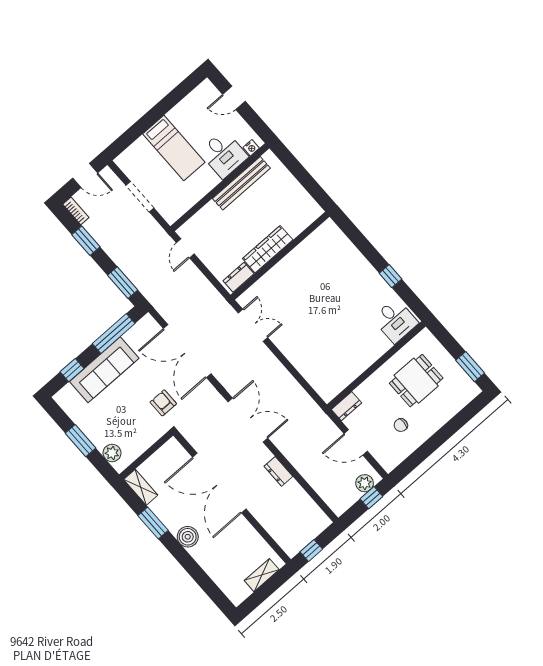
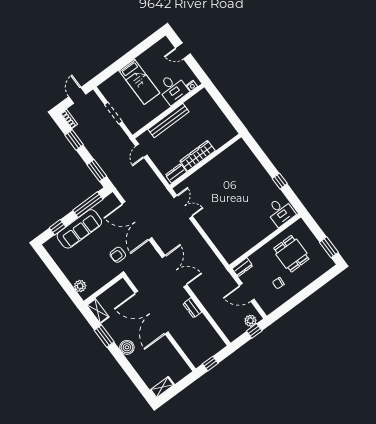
door: (85, 175) -> (77, 95), swing flipped
bench: (241, 183) -> (168, 121), moved
dining table: (416, 381) -> (291, 254), turned 90
armchair: (163, 403) -> (118, 255), turned -90
window: (80, 441) -> (59, 276), removed
shelving: (262, 575) -> (162, 387), moved

